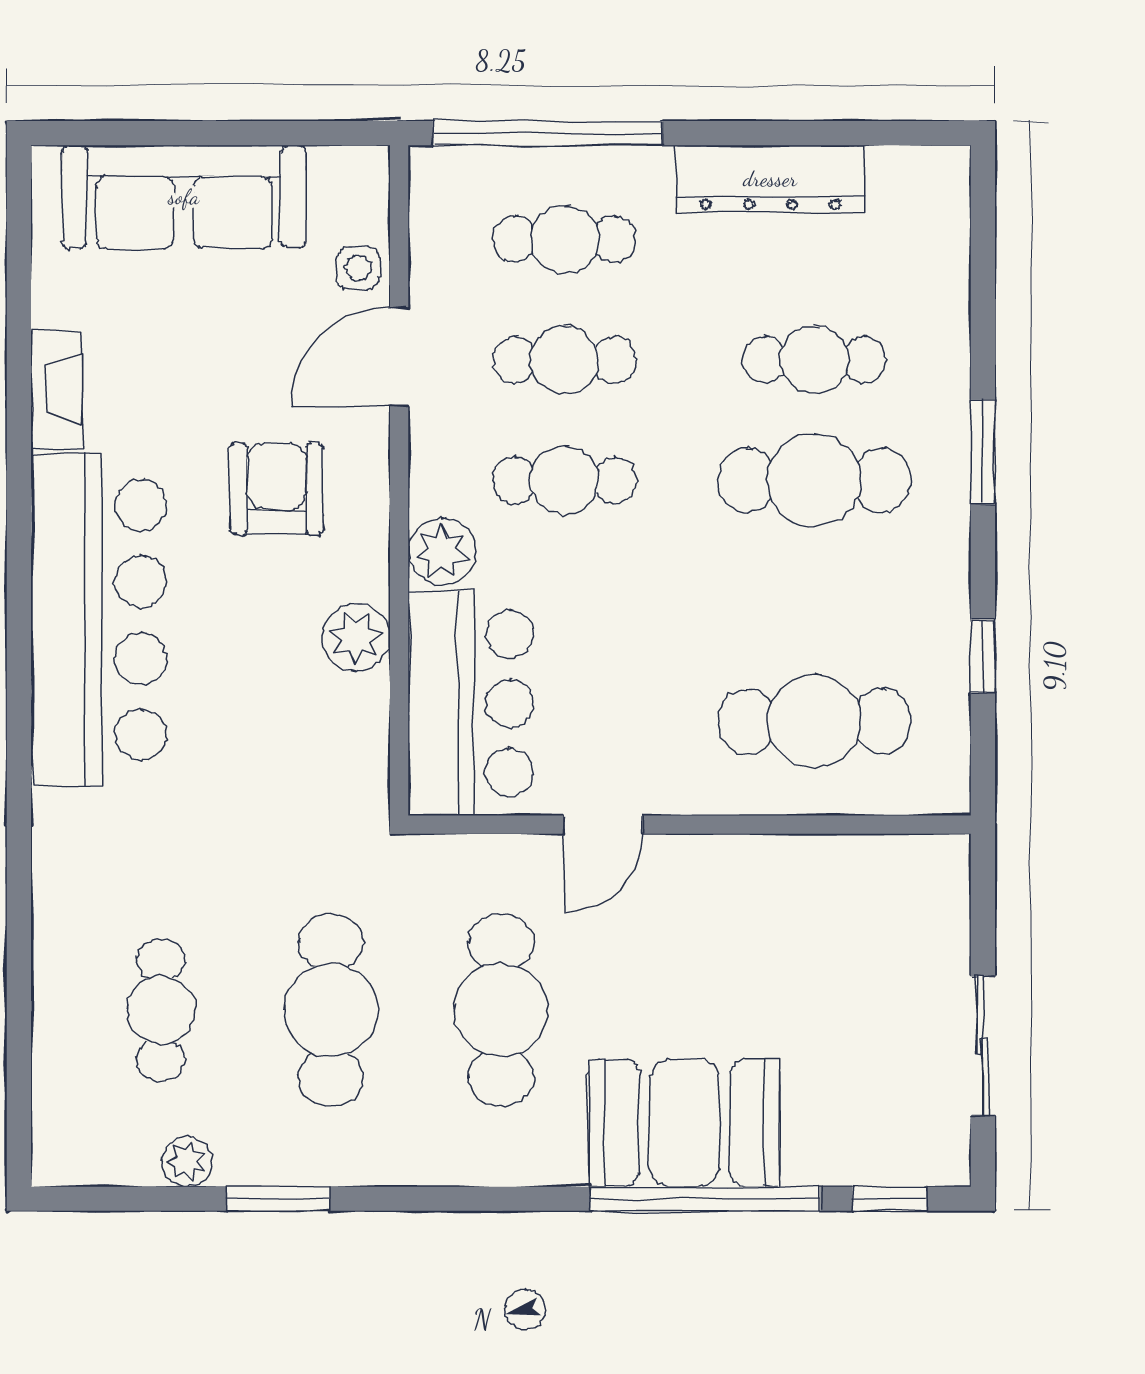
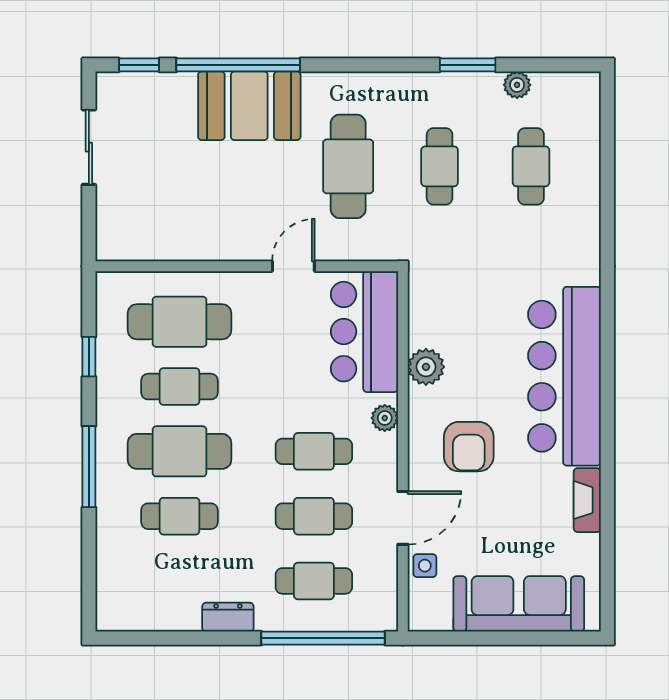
dresser: (770, 179) -> (228, 617), width x0.51, depth x0.80
window: (983, 452) -> (89, 467), width x1.44
plant: (442, 552) -> (385, 418), width x0.73, depth x0.73
cafe table: (814, 601) -> (179, 387), added
cafe table: (331, 1010) -> (440, 166), width x0.73, depth x0.74

